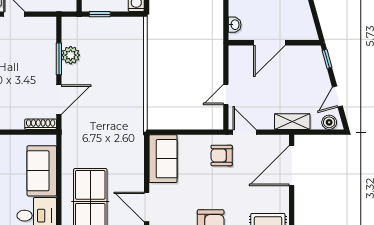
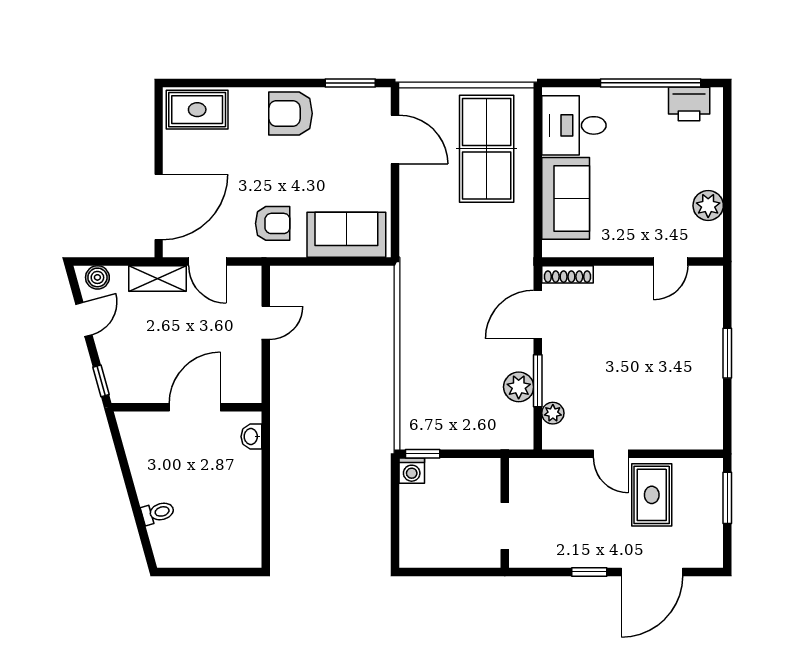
window: (100, 14) -> (423, 454), moved
plant: (50, 39) -> (553, 413), added
door: (245, 132) -> (207, 262), moved
sofa: (163, 159) -> (346, 235), moved, turned 90

